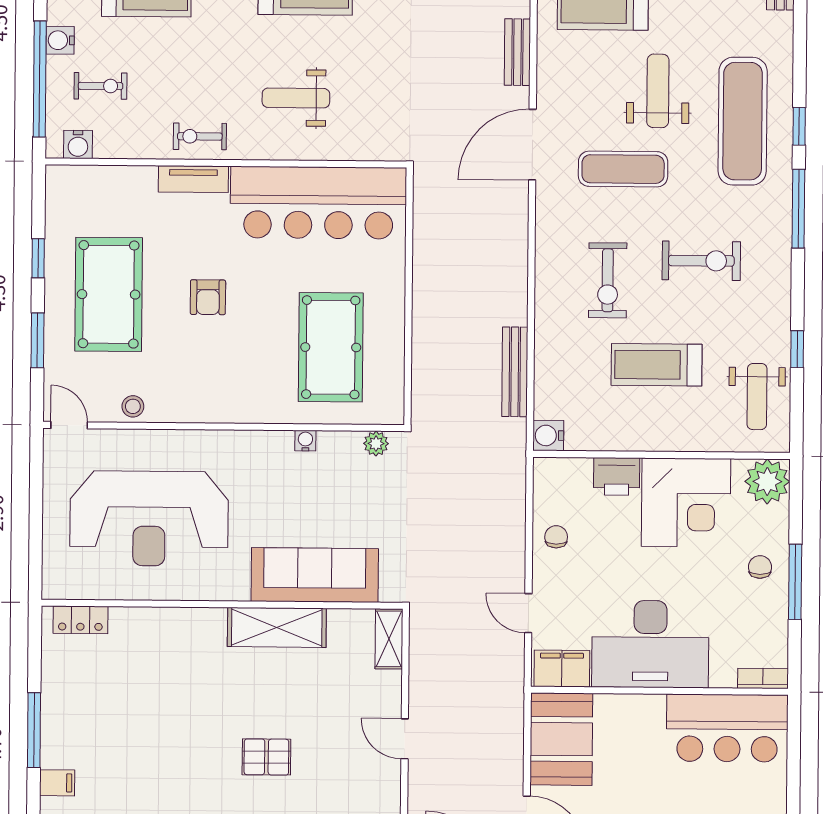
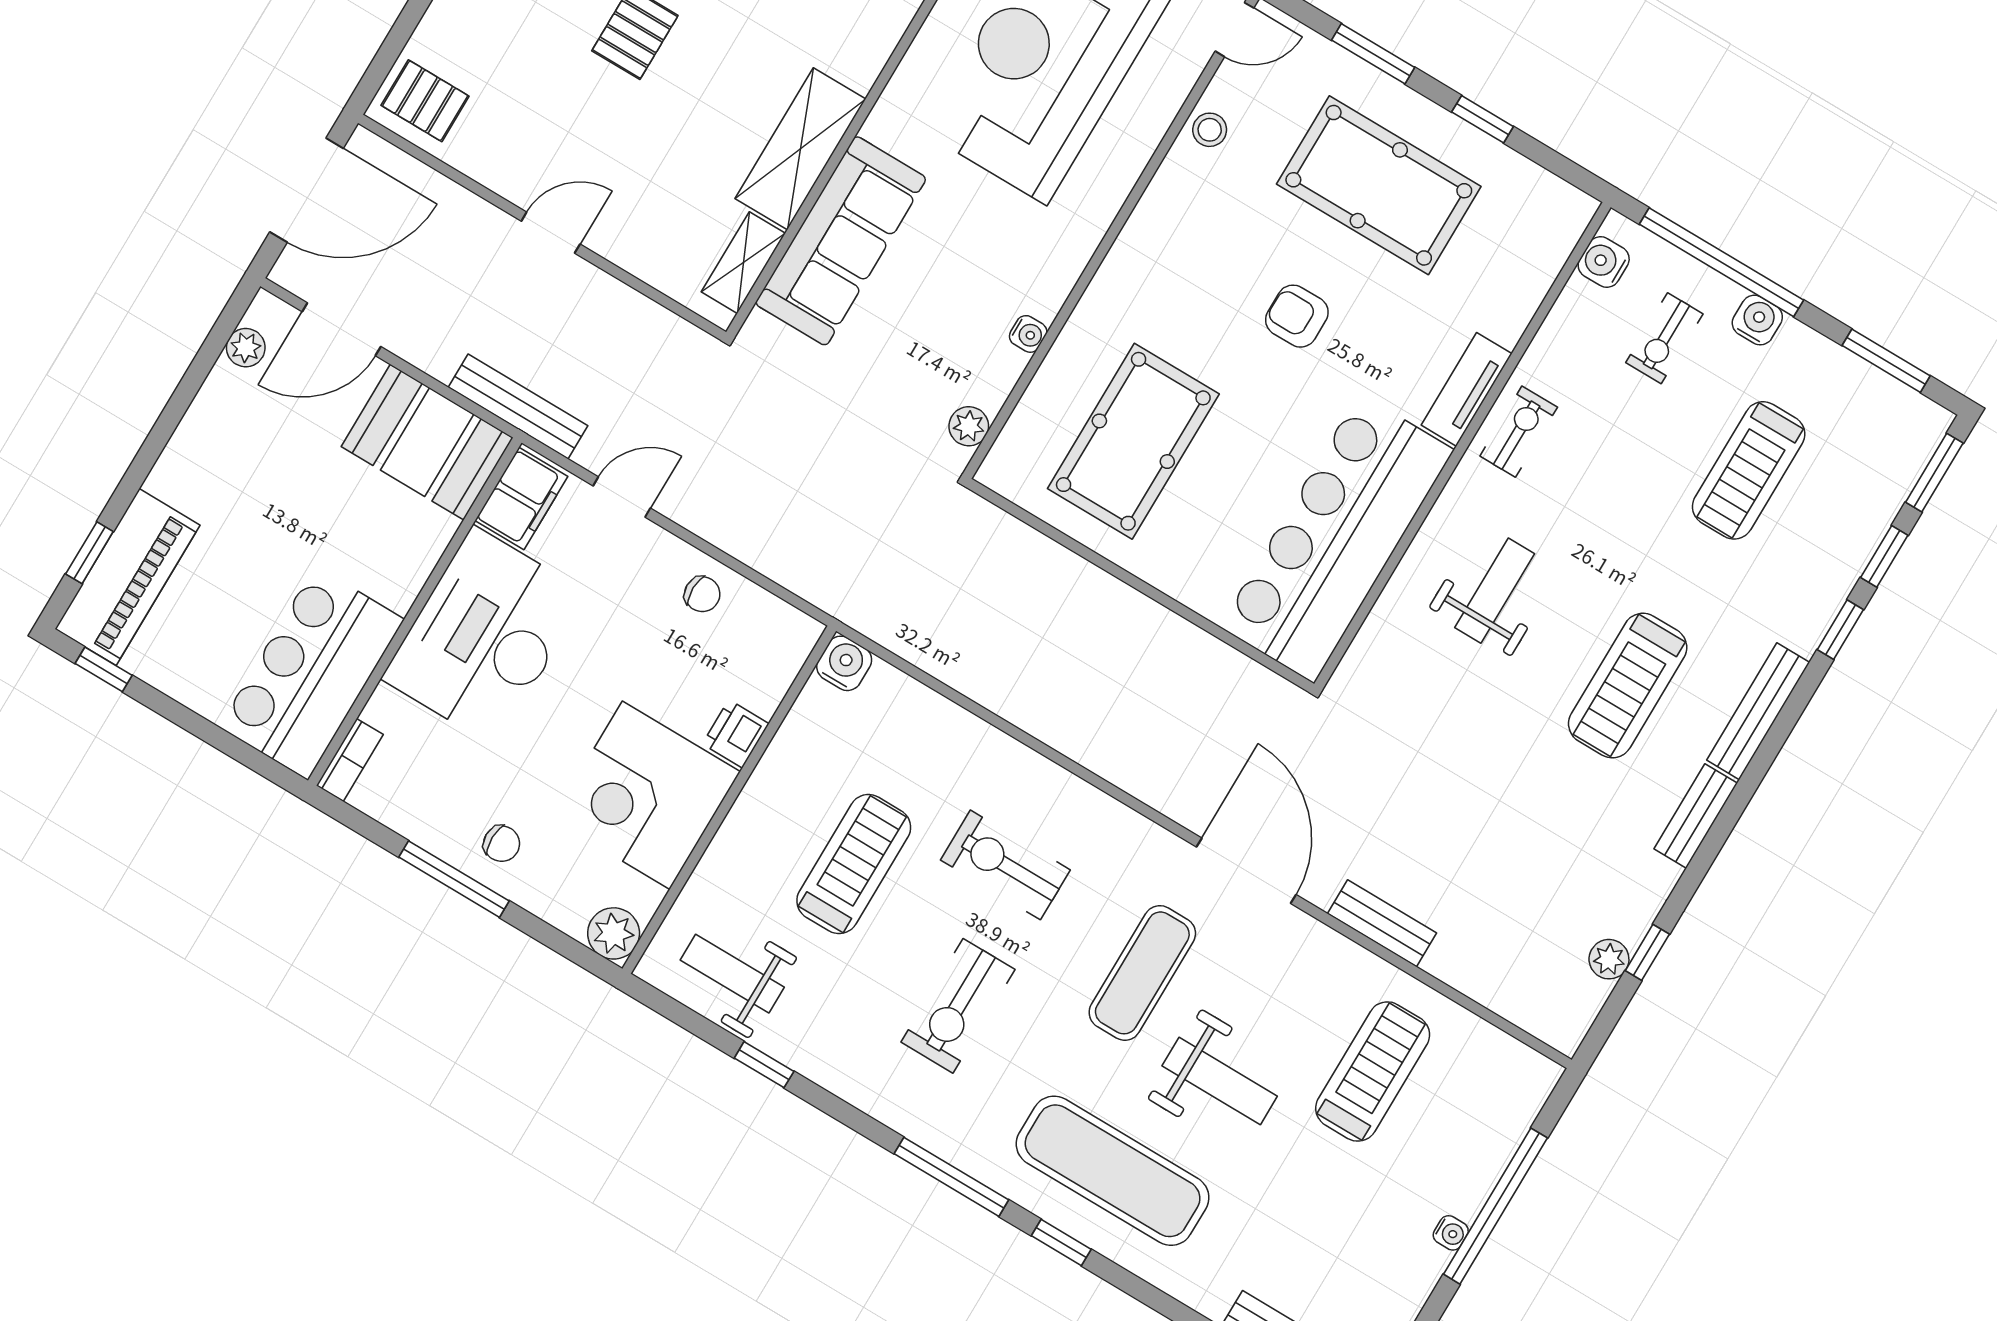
pool table: (331, 347) -> (1133, 441), turned 90
bench: (515, 372) -> (518, 407), moved
printer: (617, 476) -> (736, 734), width x0.73, depth x0.81
plant: (767, 481) -> (614, 933), width x0.73, depth x0.73
shelving: (389, 639) -> (743, 263), moved, turned 90

